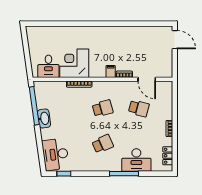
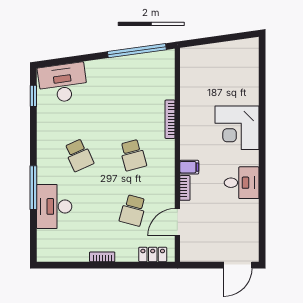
corner desk: (74, 63) -> (237, 128), moved, turned 180
desk: (48, 66) -> (242, 183), moved, turned 180
washbasin: (44, 118) -> (117, 66), removed
locker: (168, 156) -> (153, 254), moved

